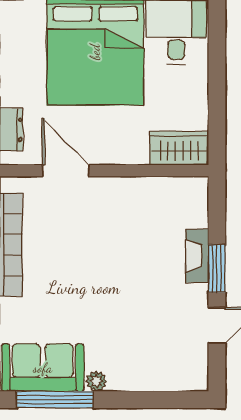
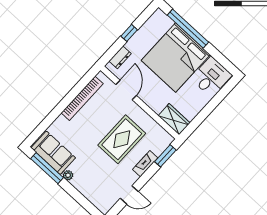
rug: (128, 252) -> (122, 139), added
window: (217, 268) -> (165, 156), moved

